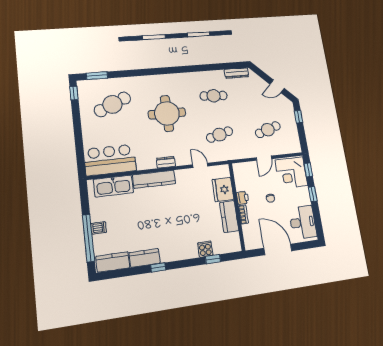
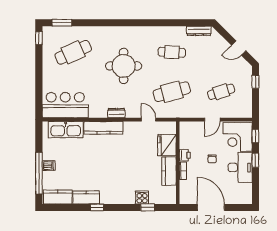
cafe table: (220, 135) -> (172, 92), width x1.37, depth x1.35
desk: (303, 222) -> (240, 167), moved

